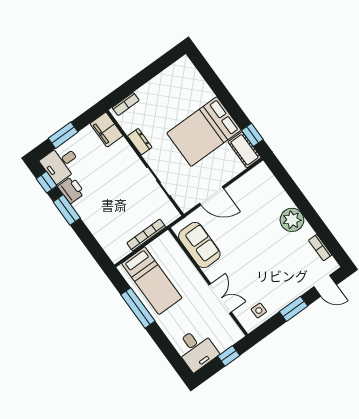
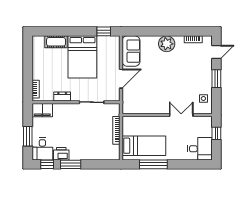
cot: (245, 150) -> (56, 42), moved
sofa: (199, 245) -> (131, 51), moved, turned 90

